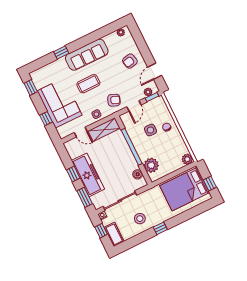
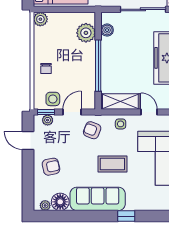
floor lamp: (112, 40) -> (60, 202), added
door: (155, 71) -> (28, 141), swing flipped
side table: (150, 130) -> (53, 99), moved

